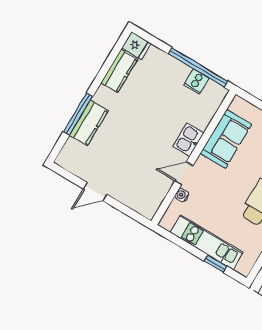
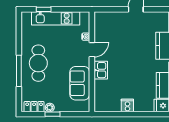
window: (198, 67) -> (120, 114), removed
cooker: (196, 82) -> (127, 106), moved

